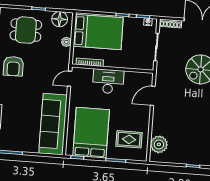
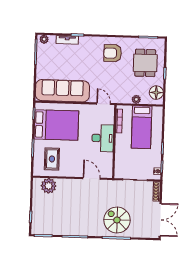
bed: (98, 32) -> (142, 127), width x0.67

